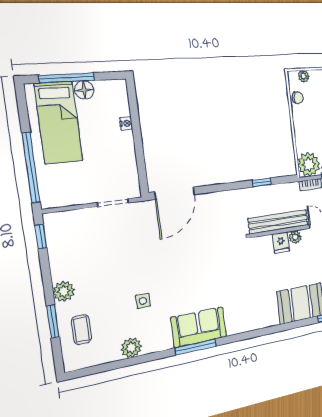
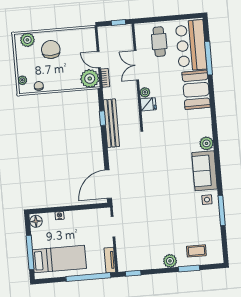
floor lamp: (84, 90) -> (36, 221), moved
door: (175, 193) -> (108, 184), swing flipped
tv unit: (61, 200) -> (110, 260), added
bench: (278, 222) -> (111, 123), moved
side table: (143, 301) -> (207, 200), moved
window: (196, 347) -> (222, 210), moved
plant: (131, 348) -> (206, 143), moved

